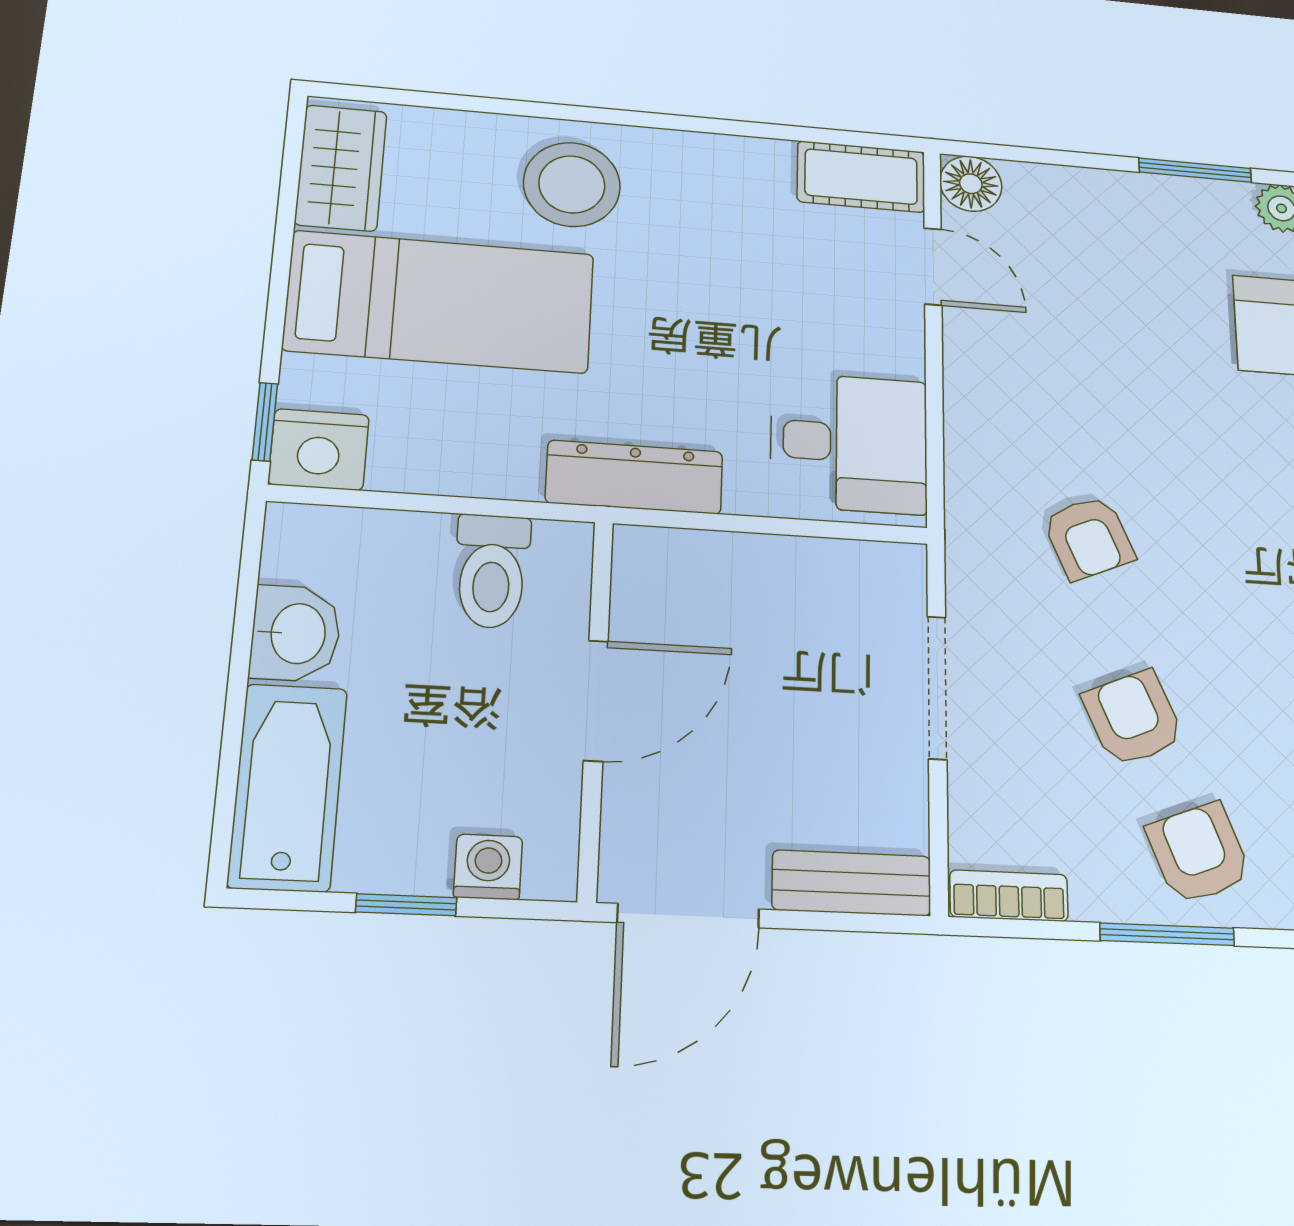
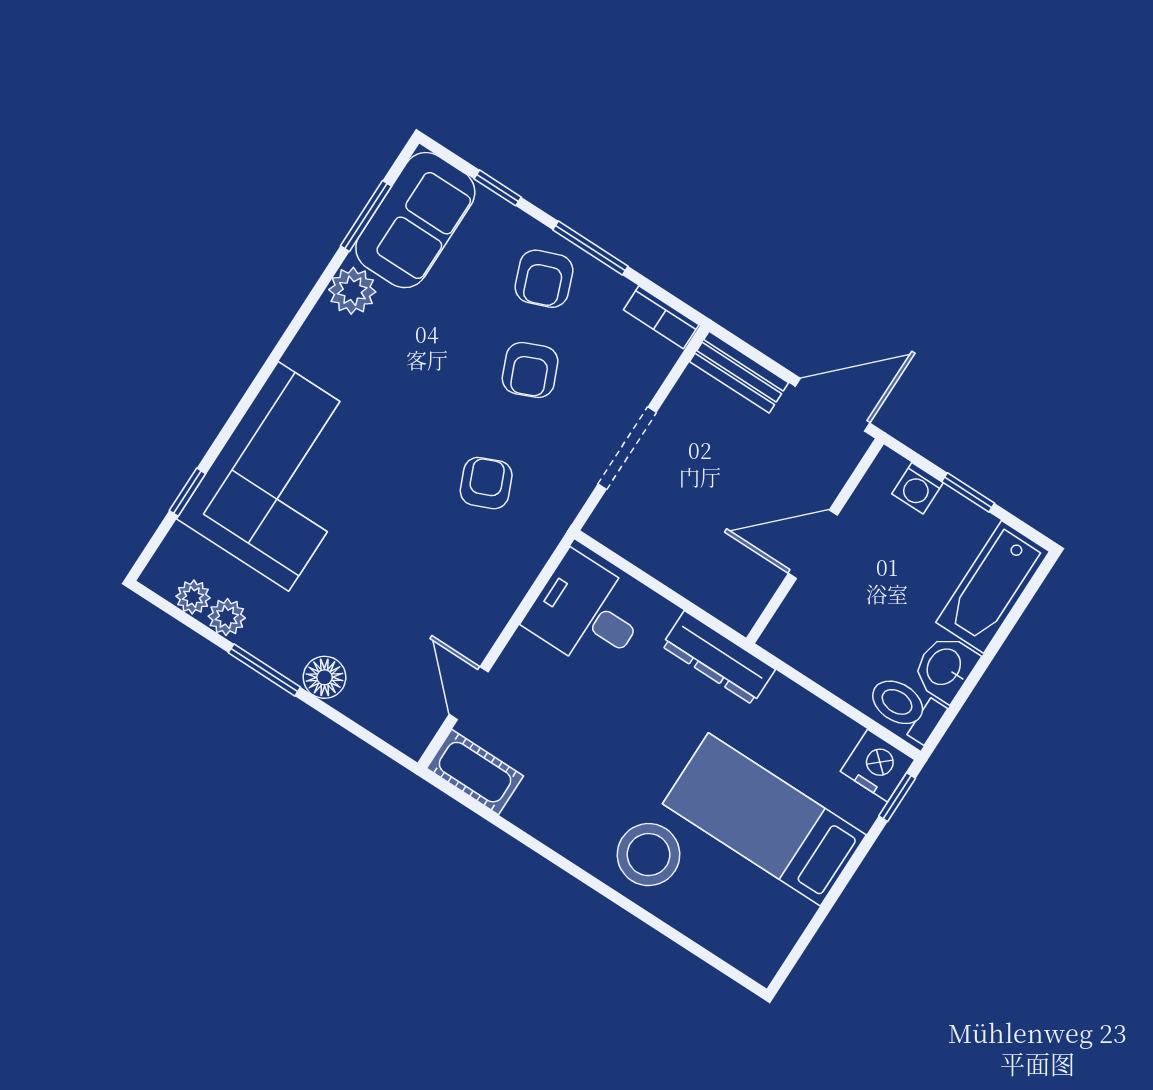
wardrobe: (341, 168) -> (773, 932), removed
floor lamp: (971, 184) -> (325, 677), moved
toilet: (492, 571) -> (906, 707), moved, turned -90

